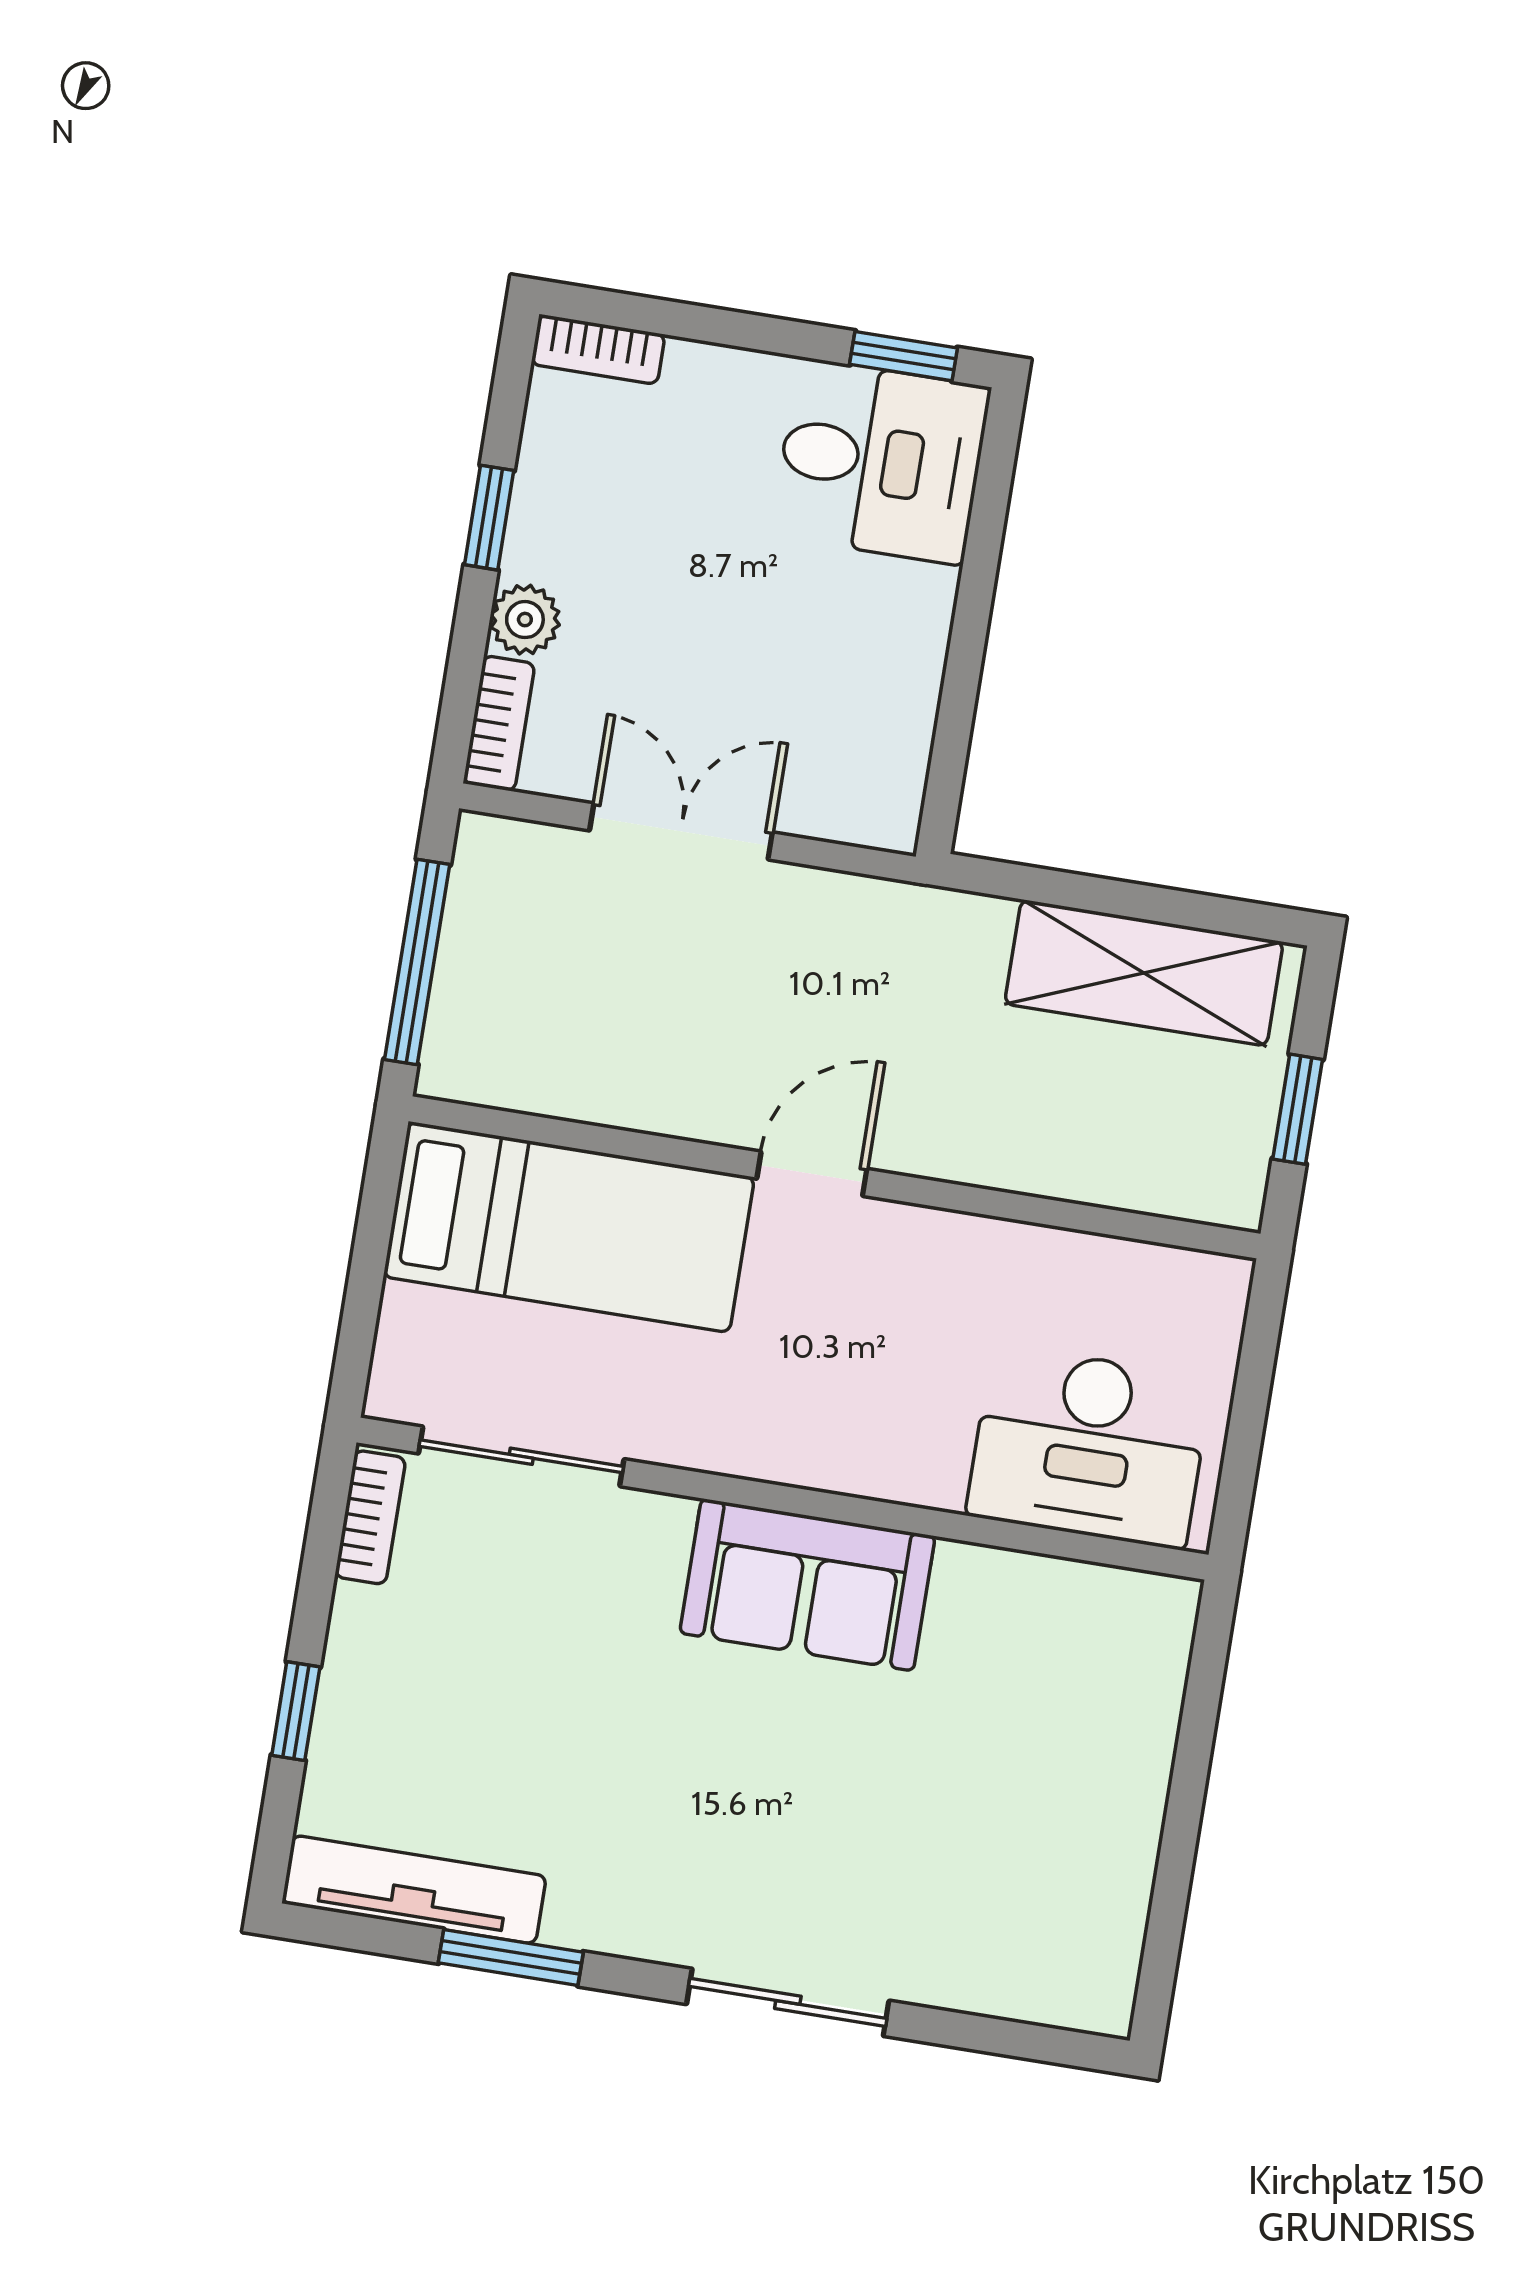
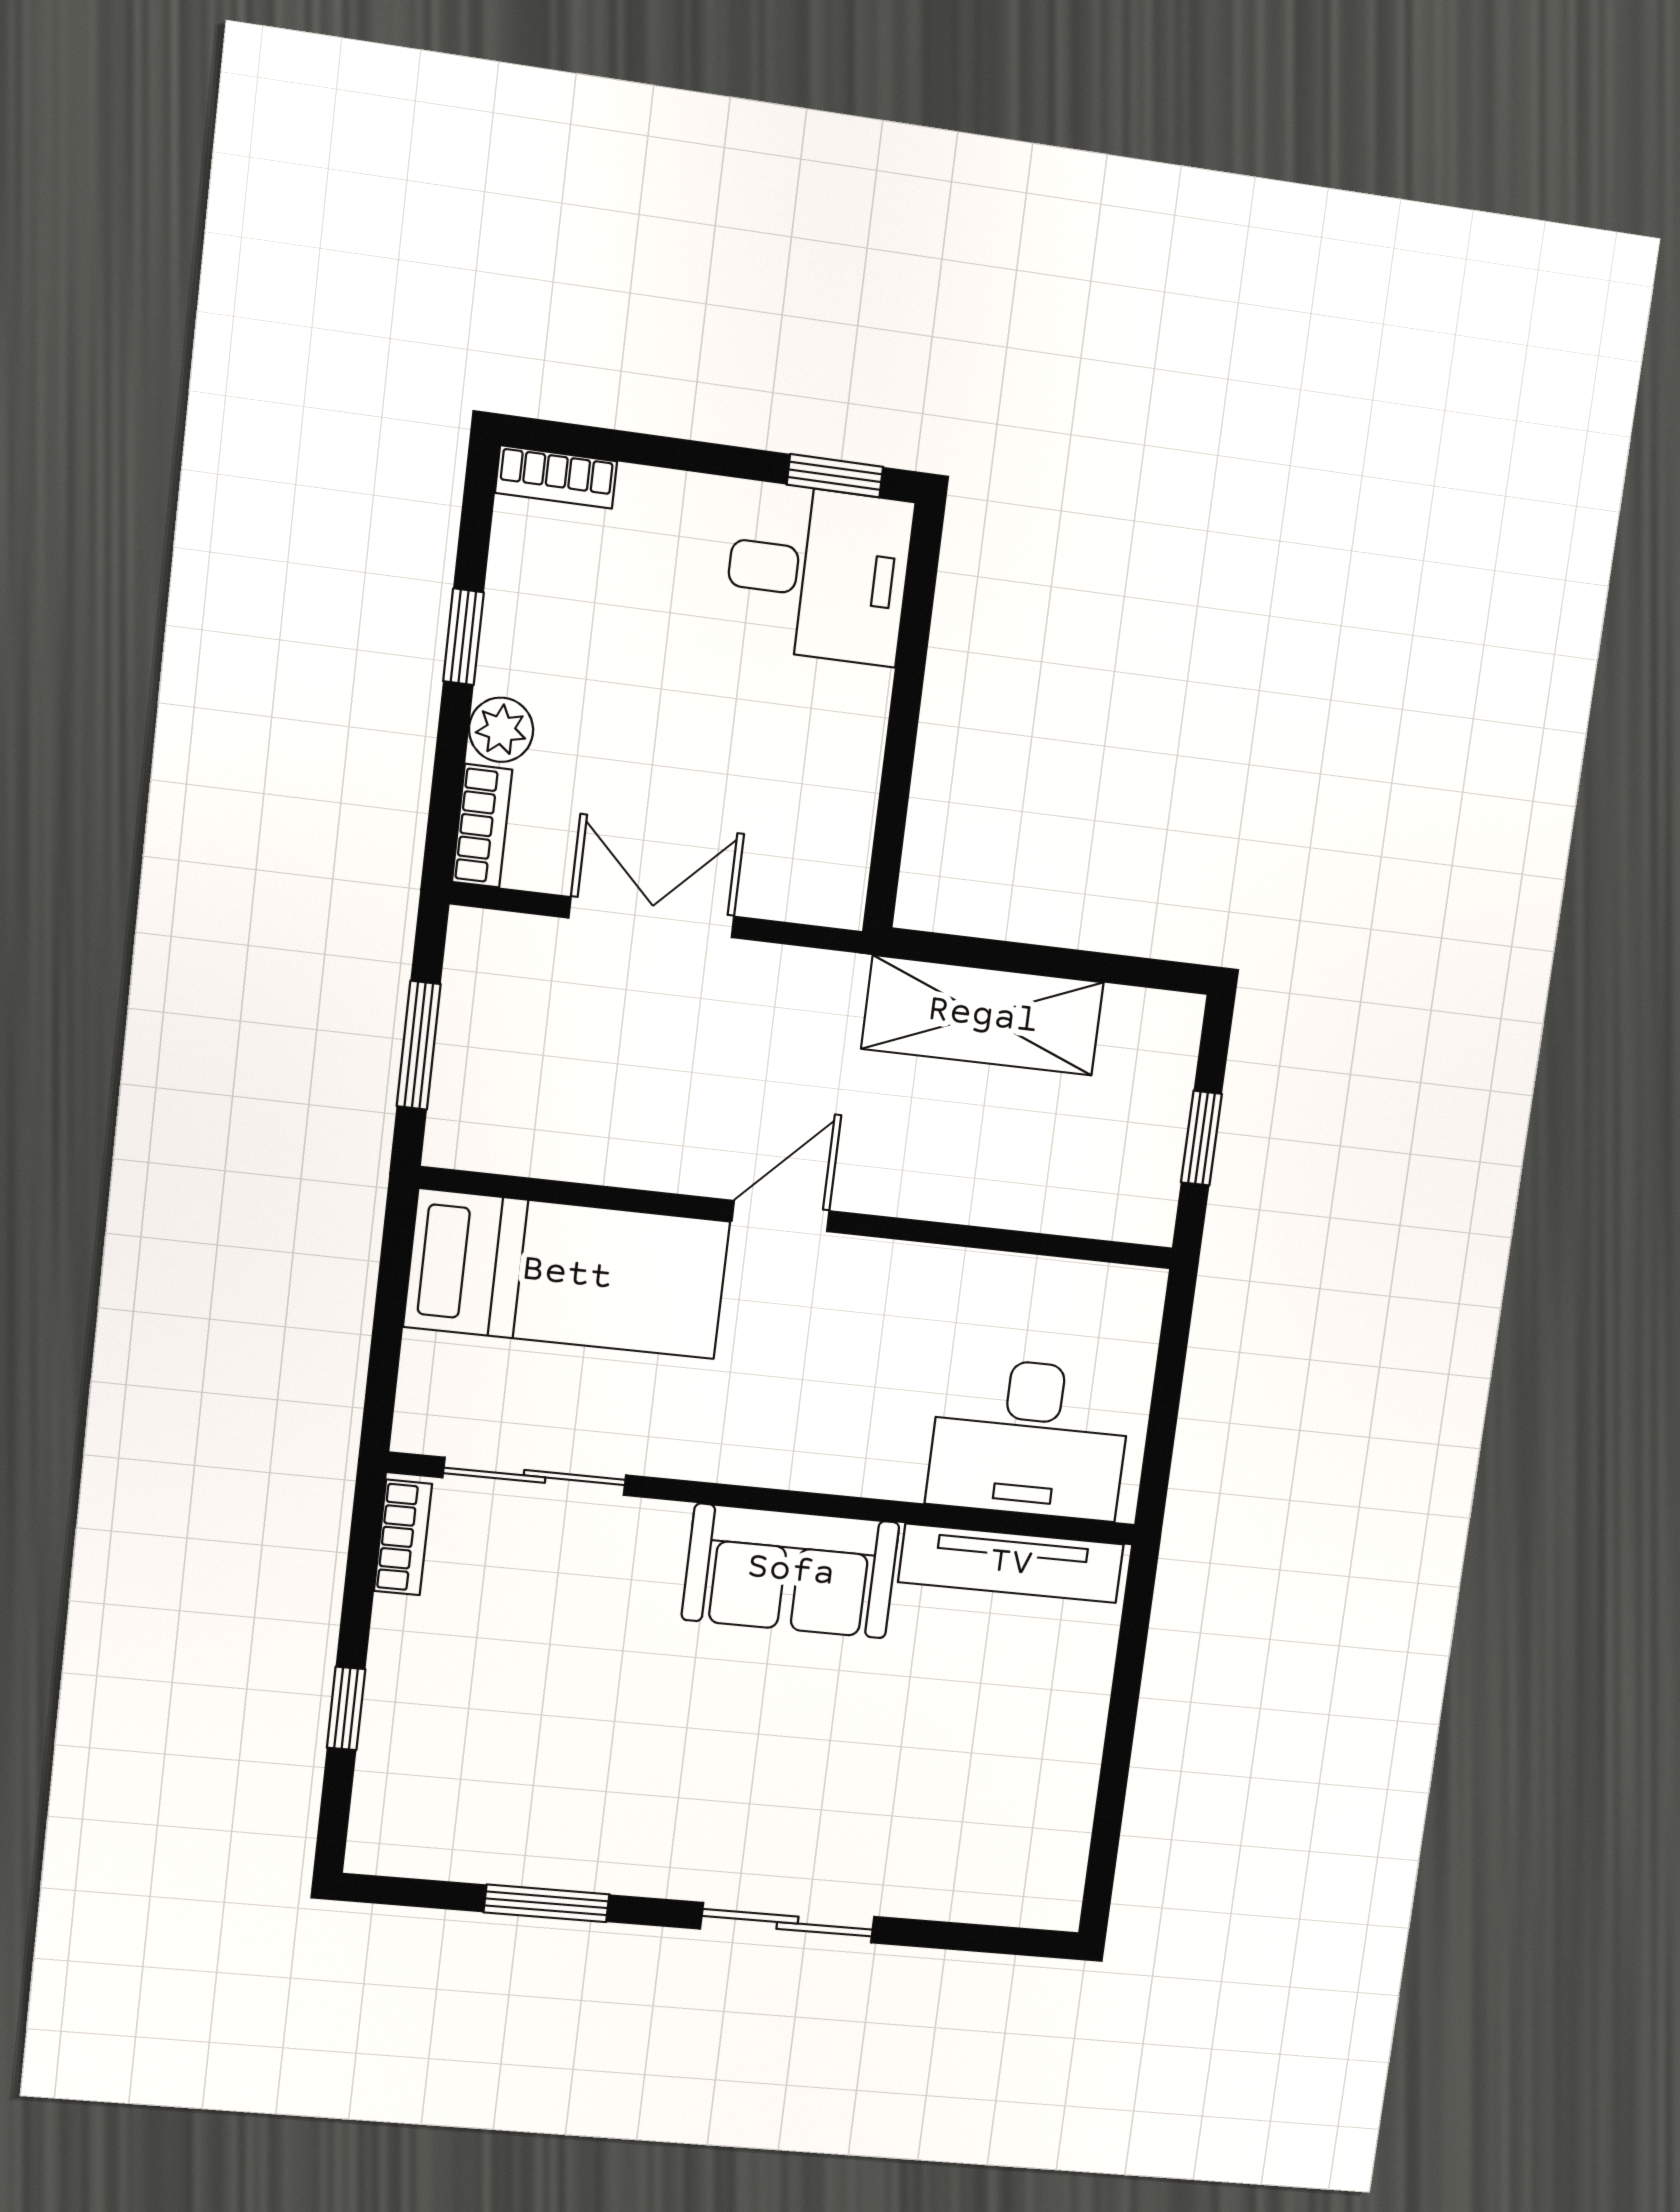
window: (417, 962) -> (419, 1045), width x0.69
shelving: (1144, 973) -> (983, 1016), moved
tv unit: (414, 1890) -> (1011, 1563), moved, turned 180

